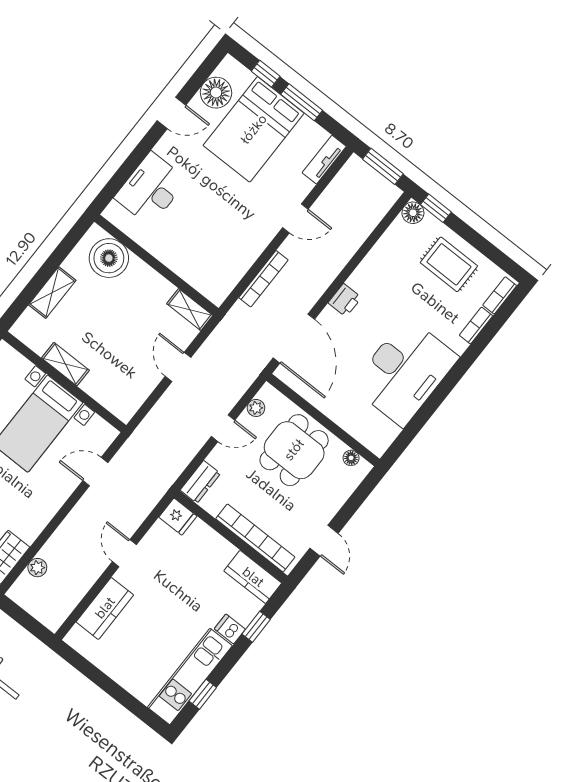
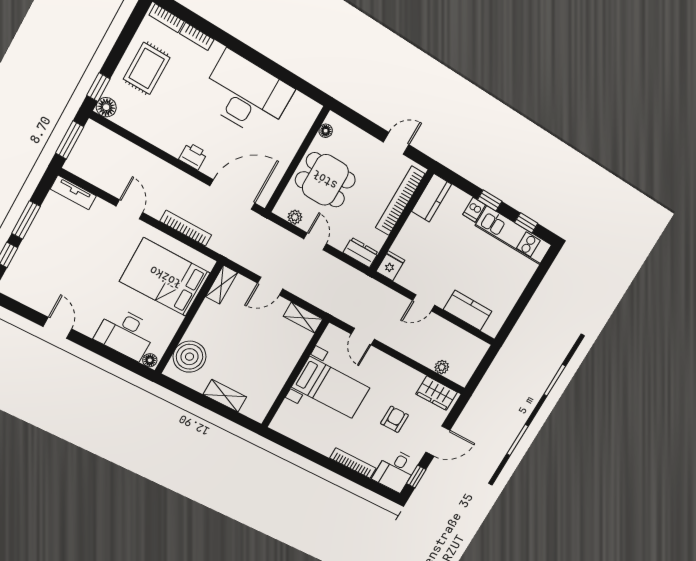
floor lamp: (216, 93) -> (150, 360), moved, width x0.53, depth x0.53
bed: (254, 129) -> (165, 277), moved, turned 180
shelving: (65, 364) -> (303, 318), moved, turned 90
window: (256, 627) -> (490, 201), moved

